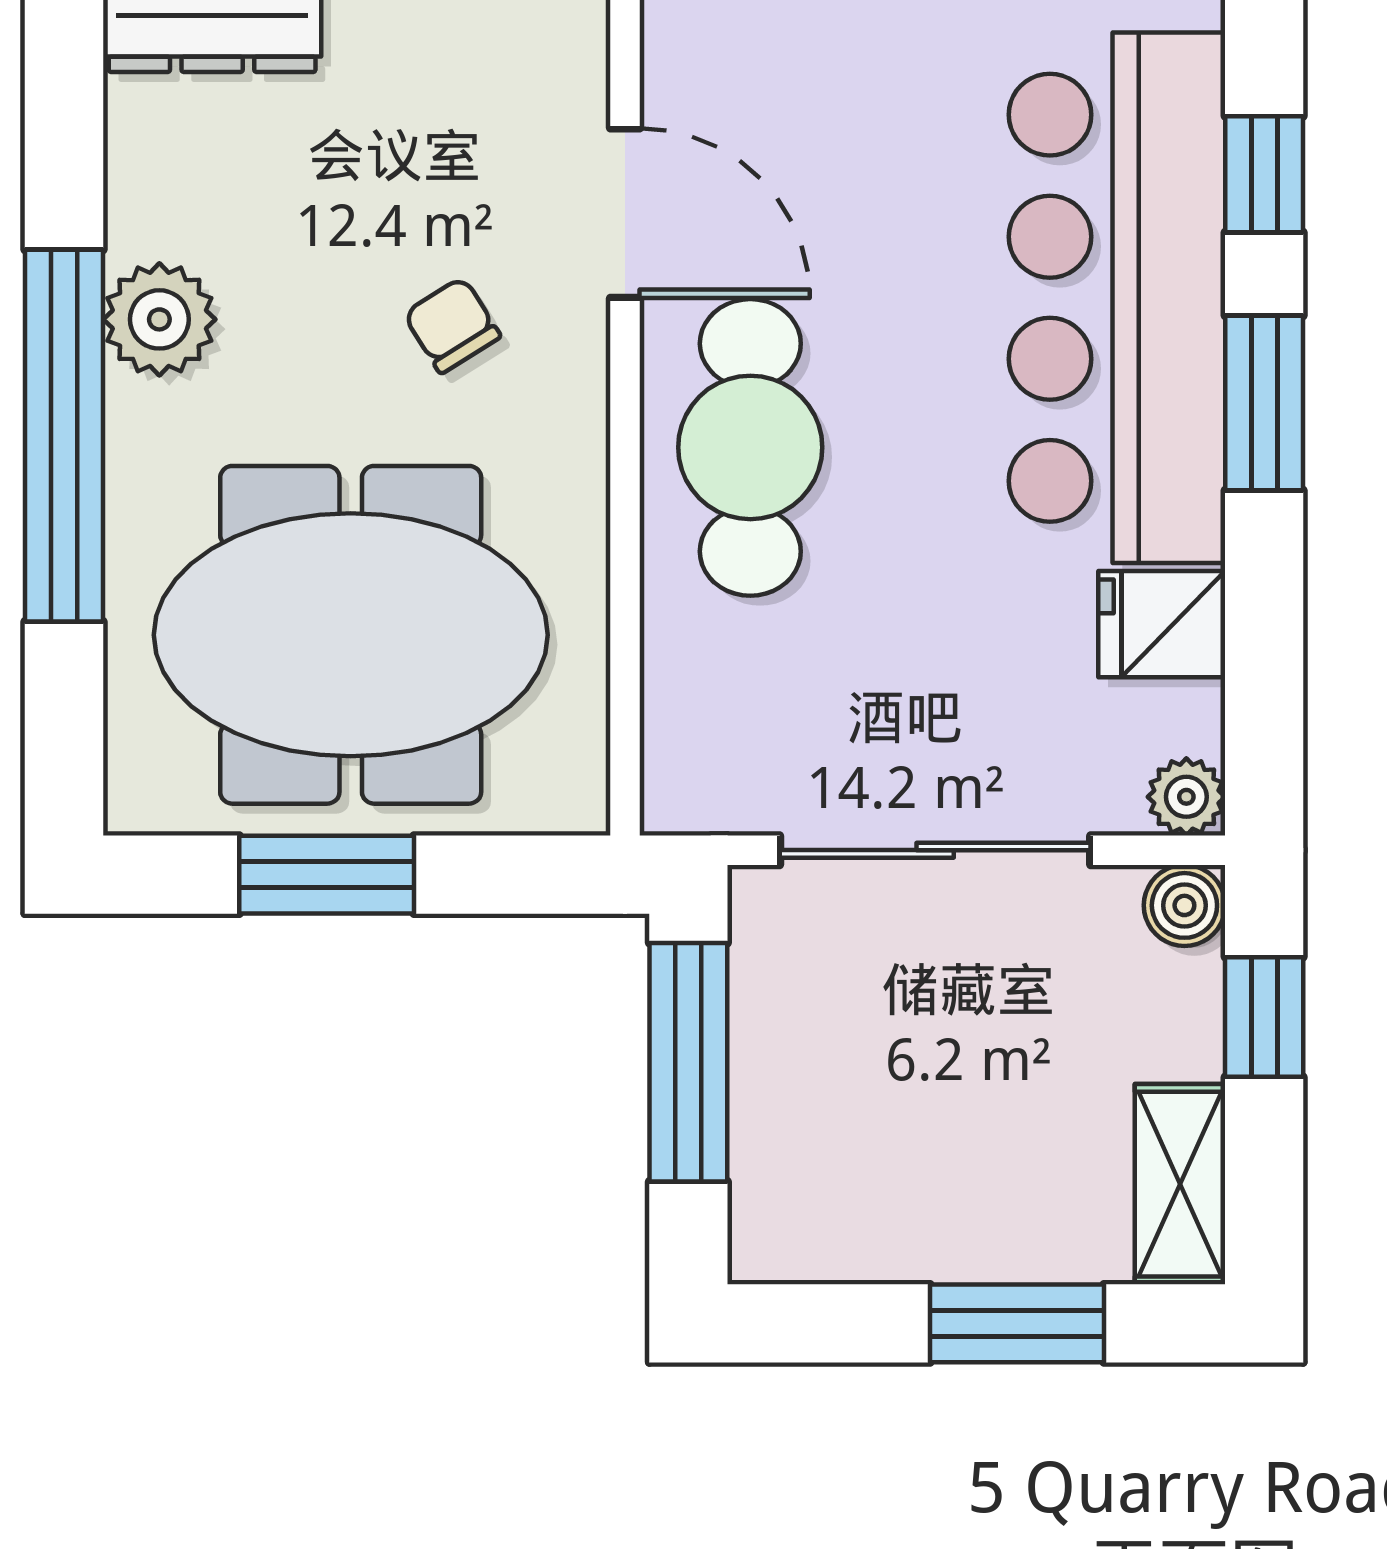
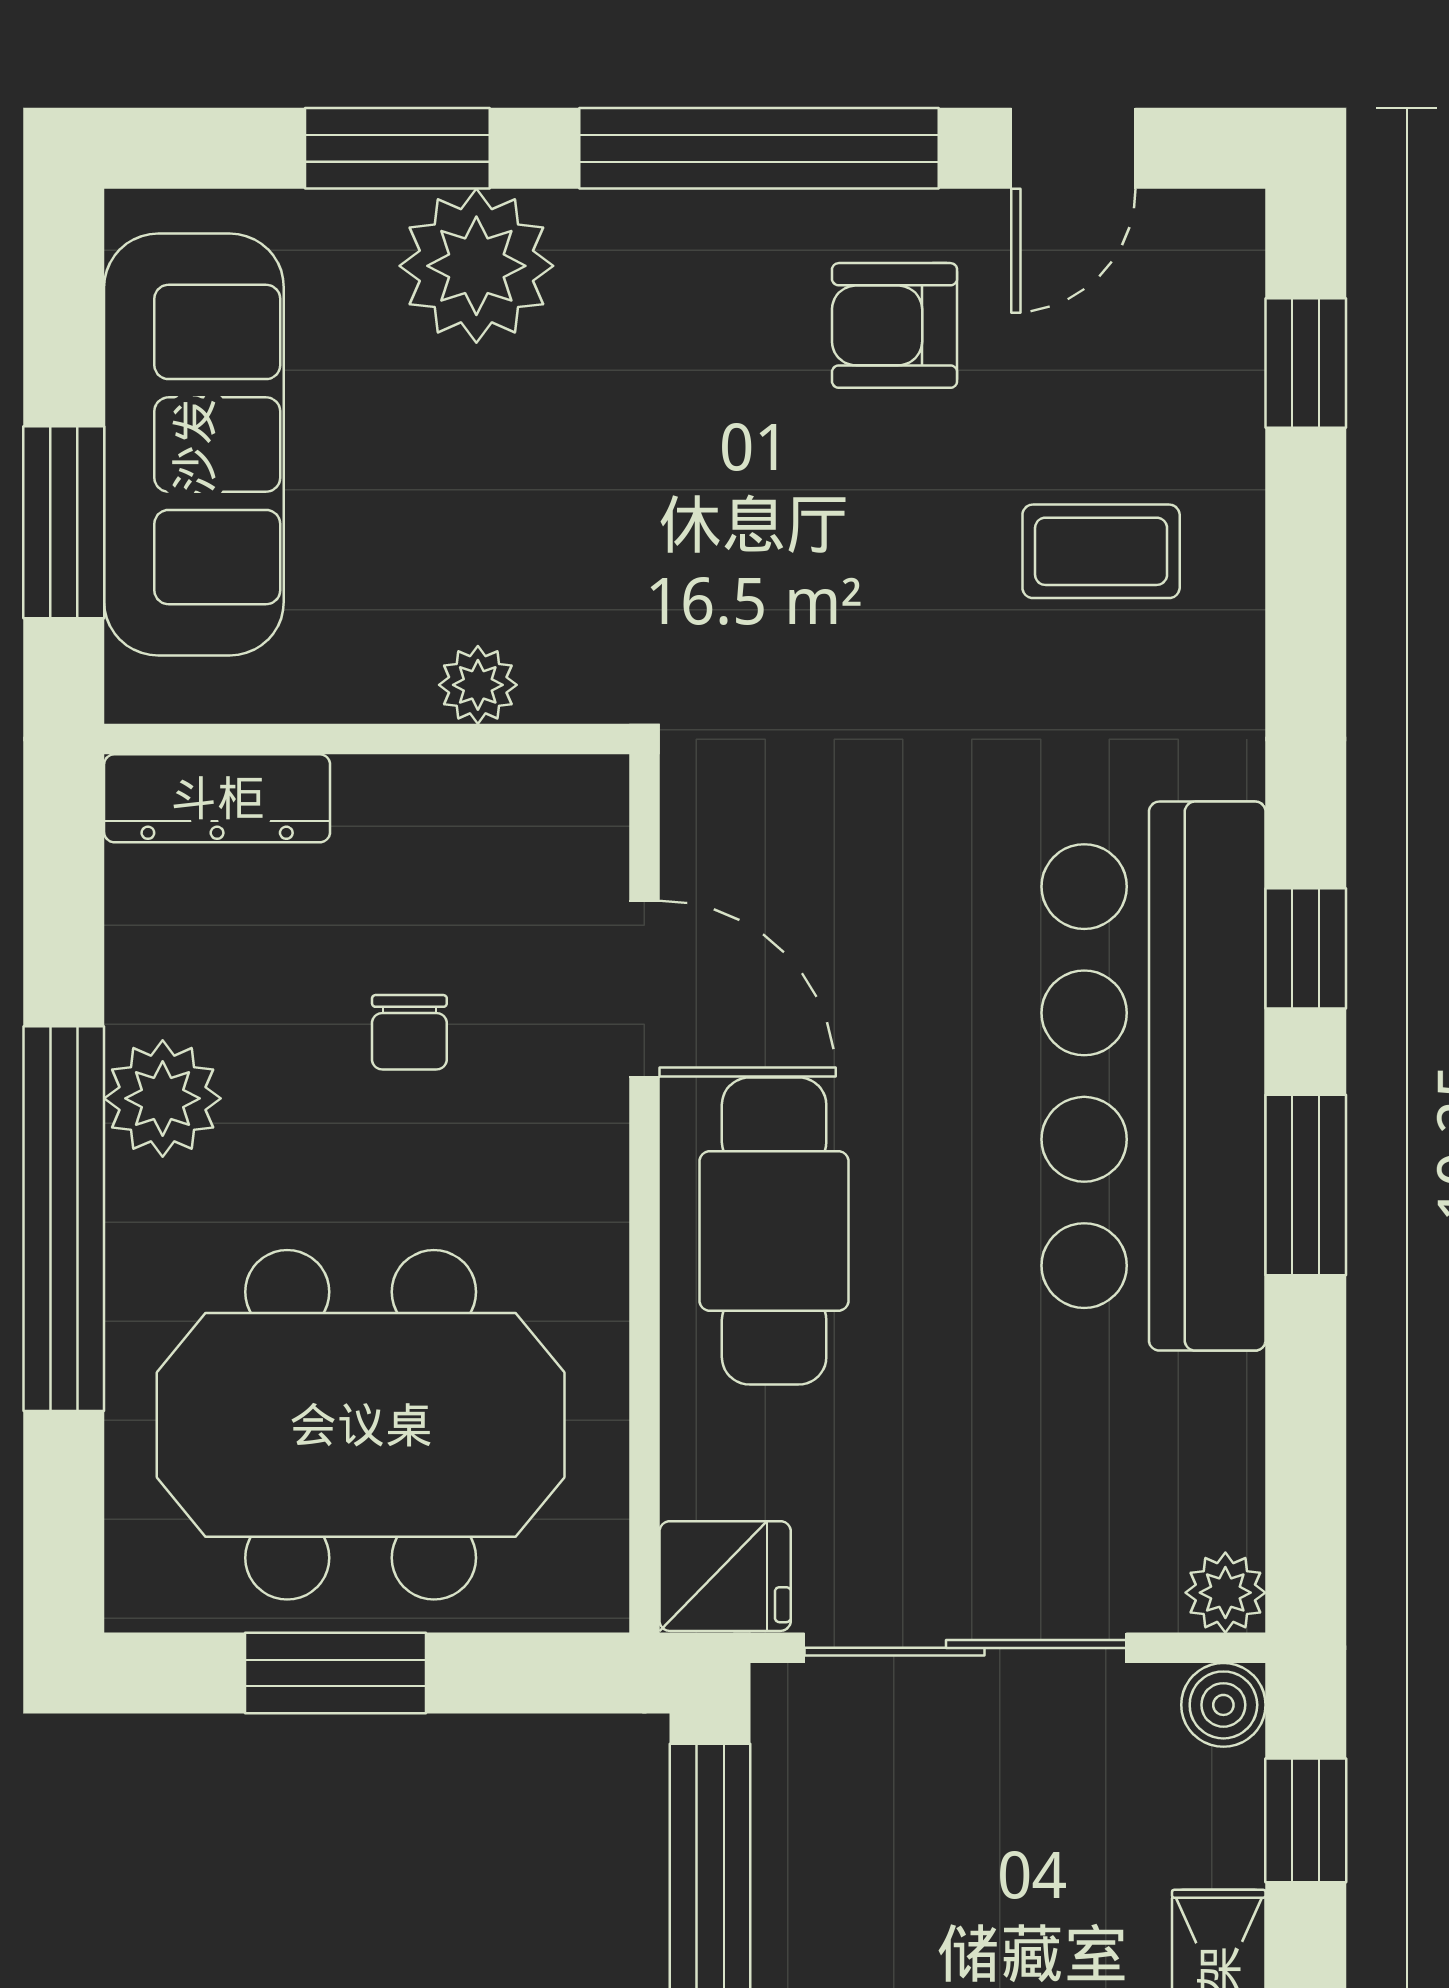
chair: (452, 325) -> (409, 1032), moved, turned -148
fridge: (1162, 624) -> (725, 1576), moved, turned 180

